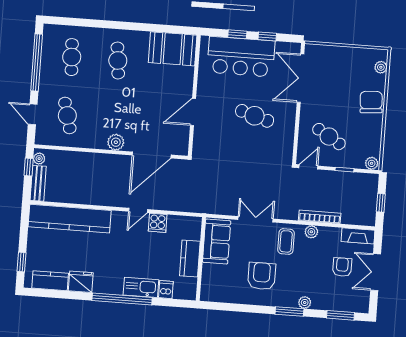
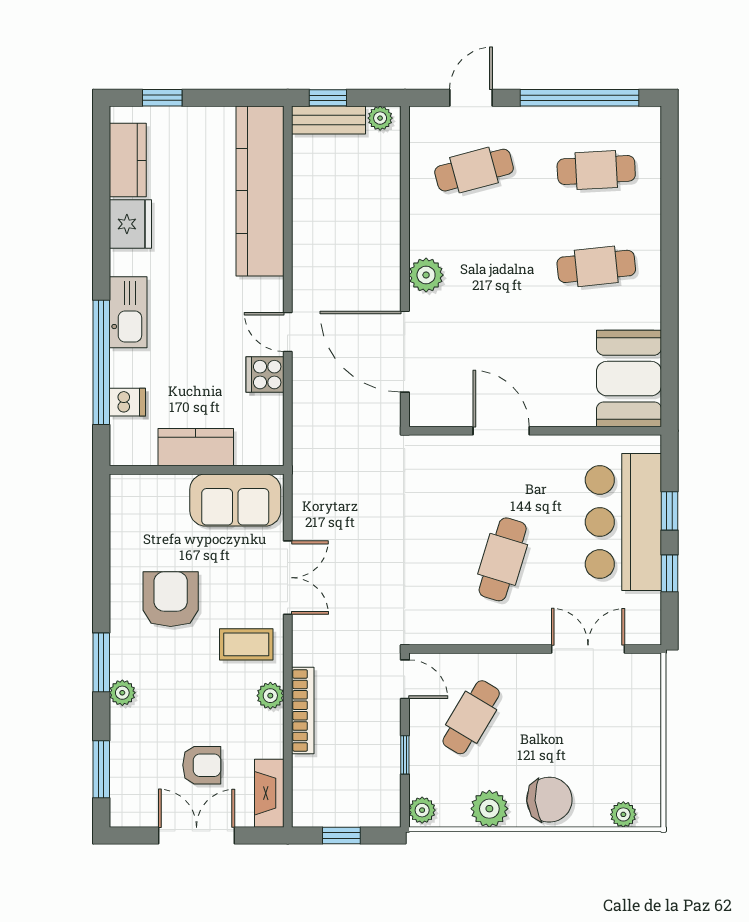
double door: (300, 78) -> (588, 649), width x0.73
plant: (373, 131) -> (489, 809), added
window: (29, 167) -> (328, 98), moved
armchair: (262, 276) -> (171, 599), turned -90
kitchen sink: (141, 287) -> (128, 312), moved
window: (122, 299) -> (101, 362), moved

